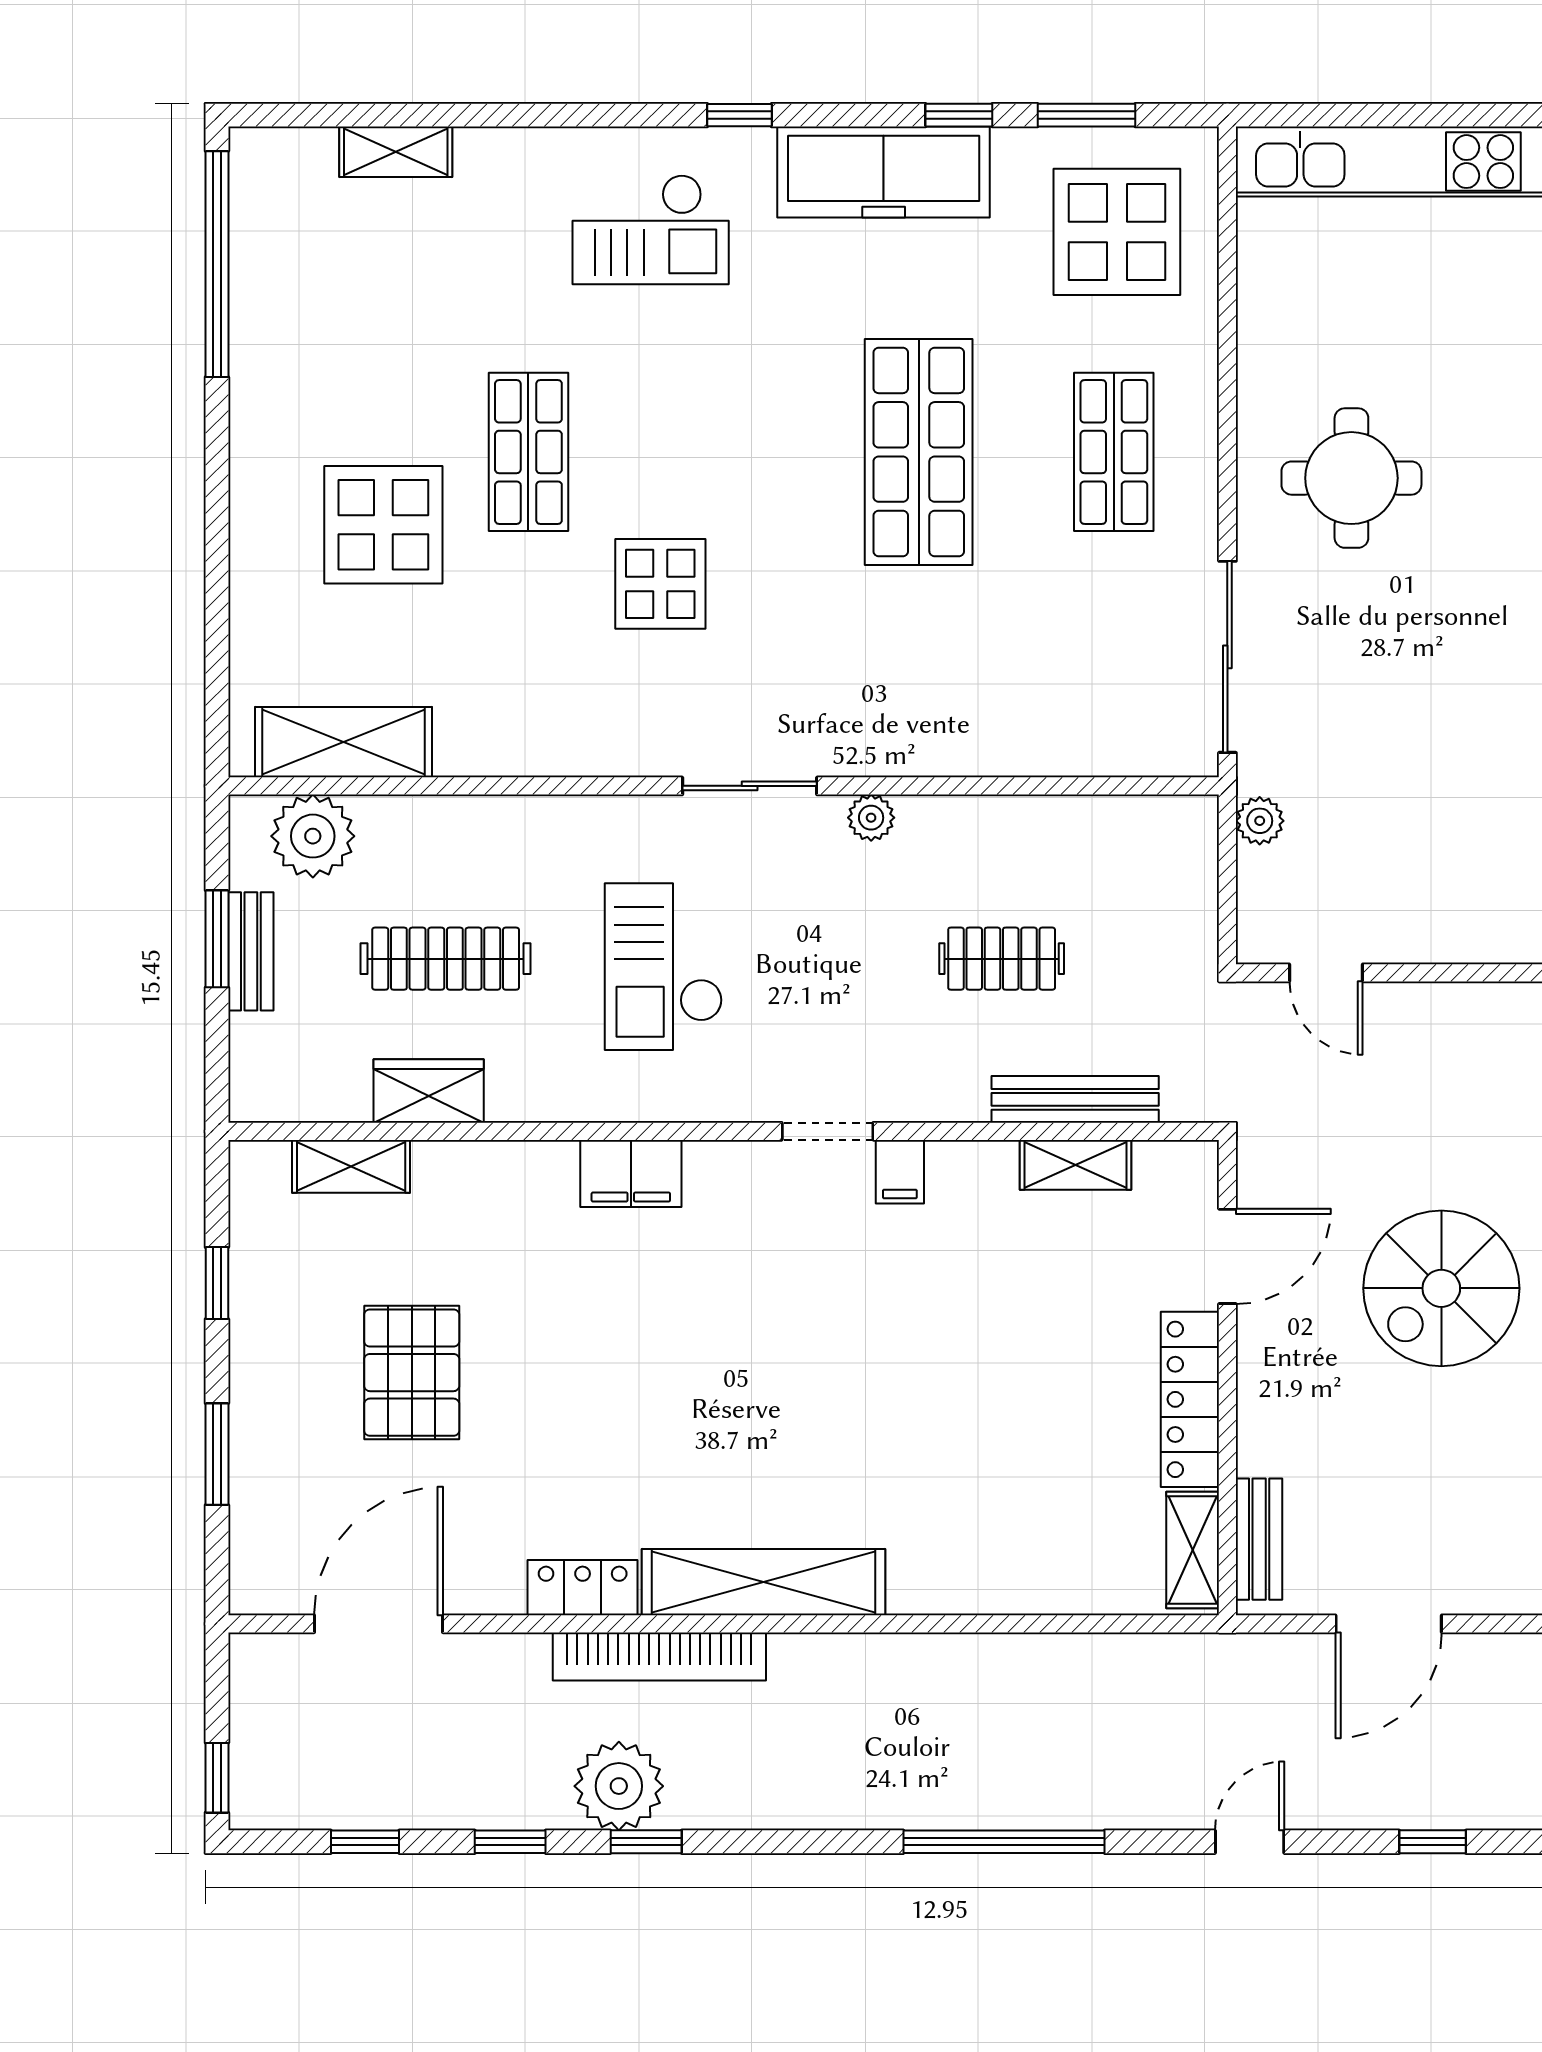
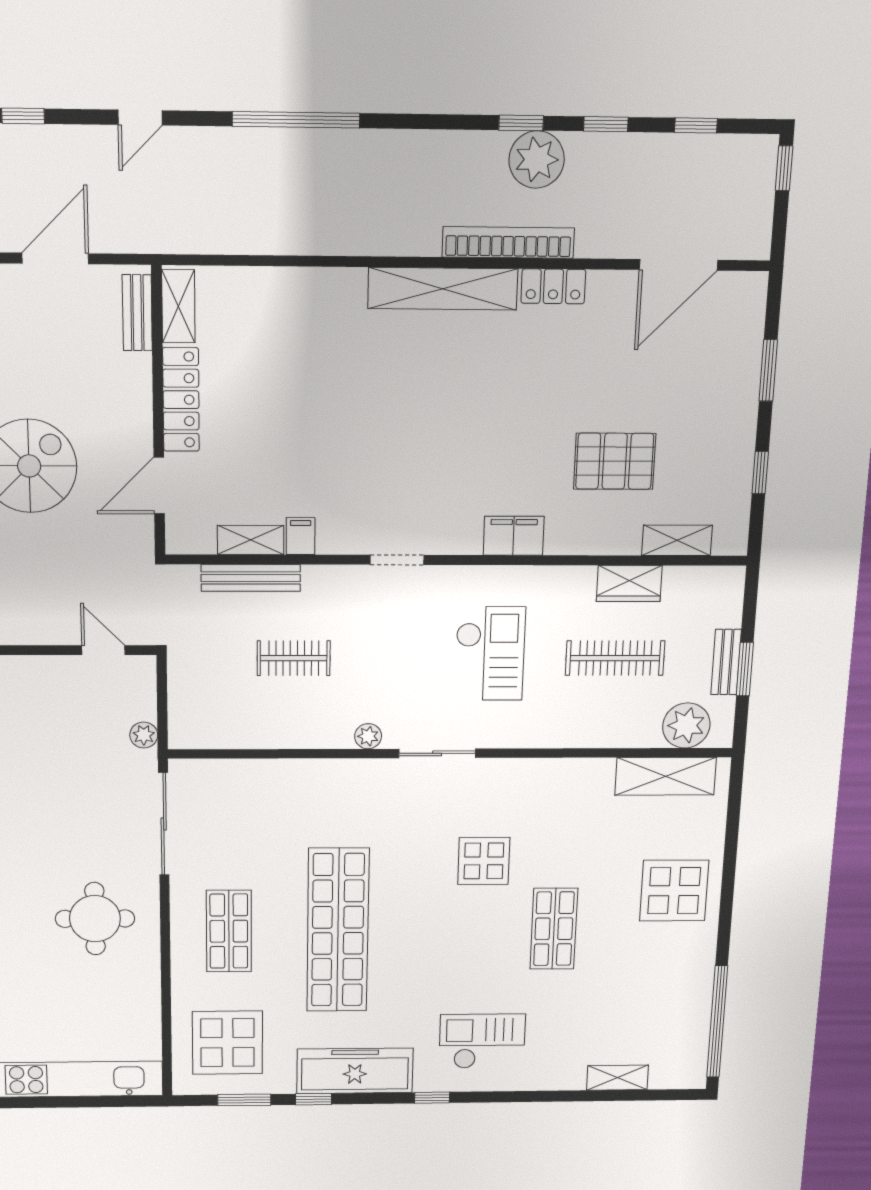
shop shelf: (919, 452) -> (338, 930), width x1.40
display table: (383, 525) -> (674, 891), moved
filing cabinet: (900, 1172) -> (301, 536), moved
pallet: (412, 1373) -> (615, 461), moved, turned 90

